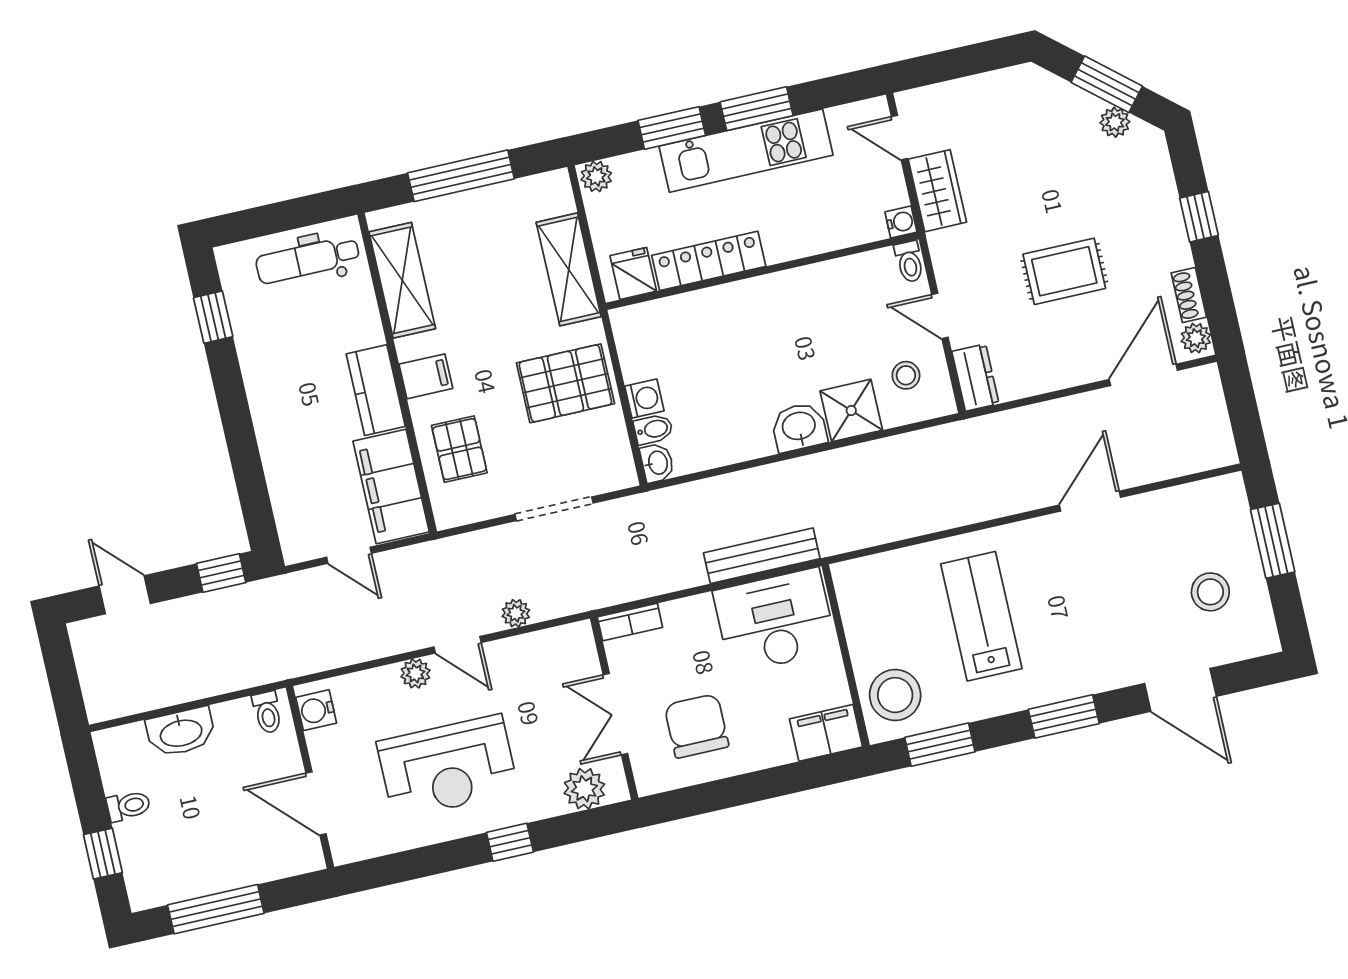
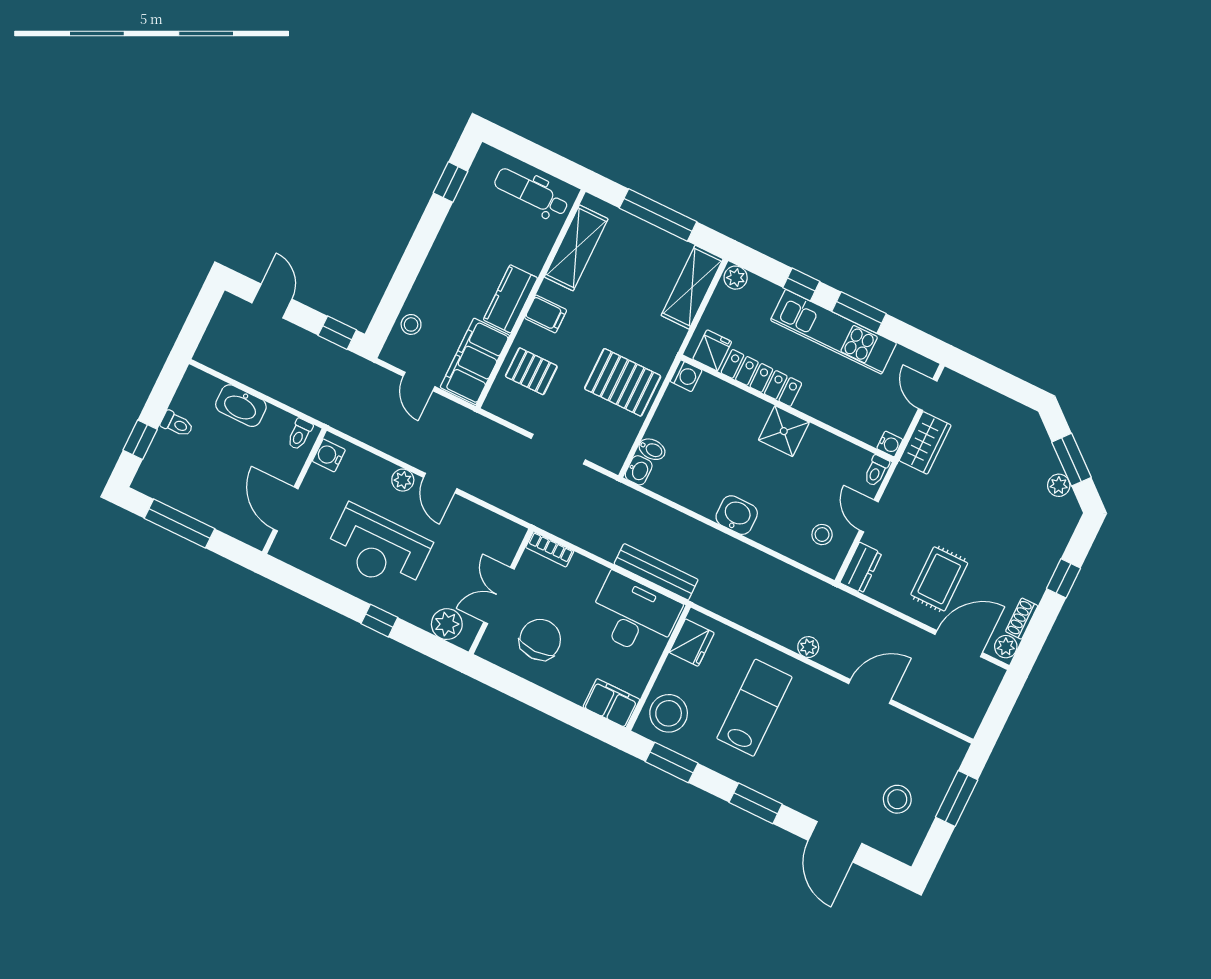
window: (672, 128) -> (801, 284), width x0.67
shelving: (569, 269) -> (692, 287), moved
rug: (1064, 271) -> (939, 579), moved, turned 90
washing machine: (644, 398) -> (686, 376), moved
shower: (851, 411) -> (784, 431), moved
pallet: (459, 449) -> (531, 371), turned 90
stool: (292, 502) -> (411, 324), added
fridge: (860, 600) -> (692, 643), added
plant: (516, 613) -> (808, 647), moved

